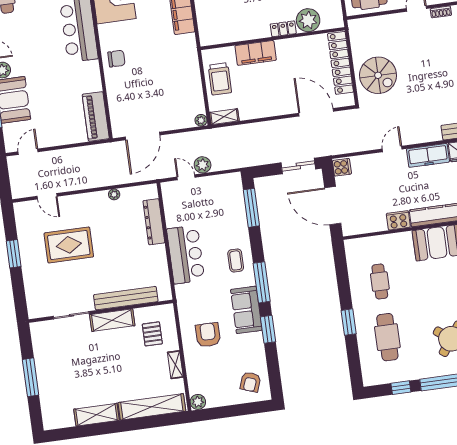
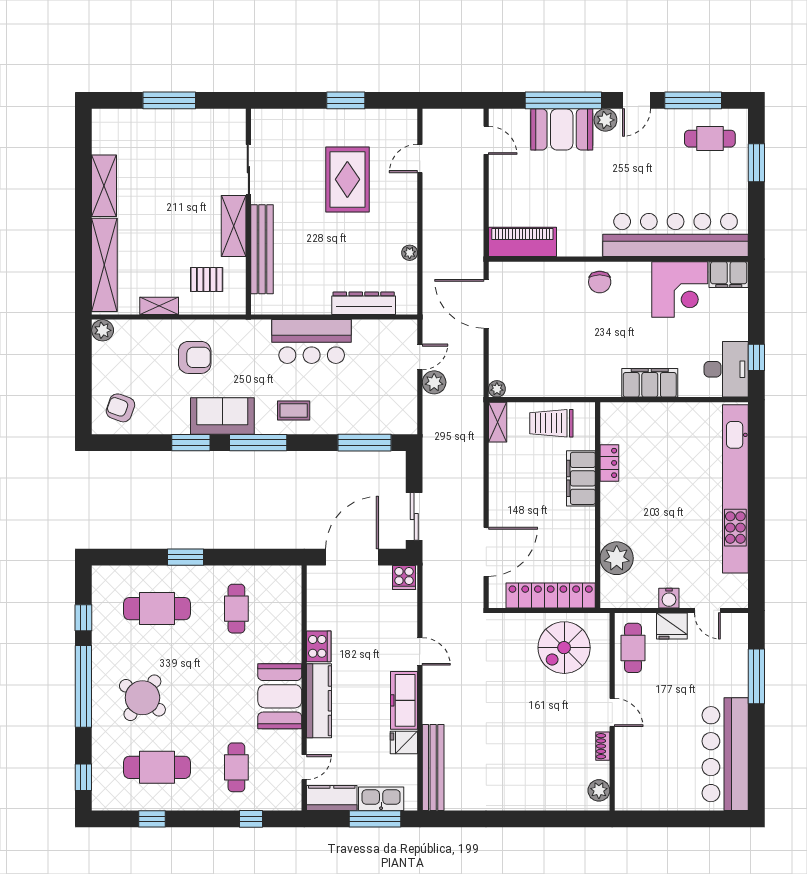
locker: (283, 29) -> (609, 463), moved
spiral stairs: (378, 75) -> (564, 648), moved
cafe table: (380, 282) -> (236, 609), turned 90

